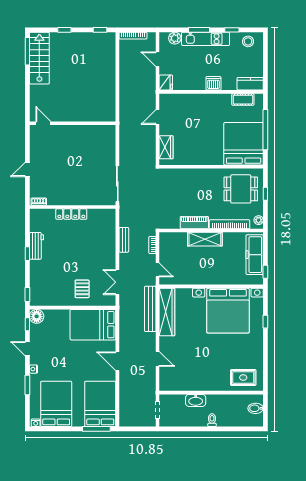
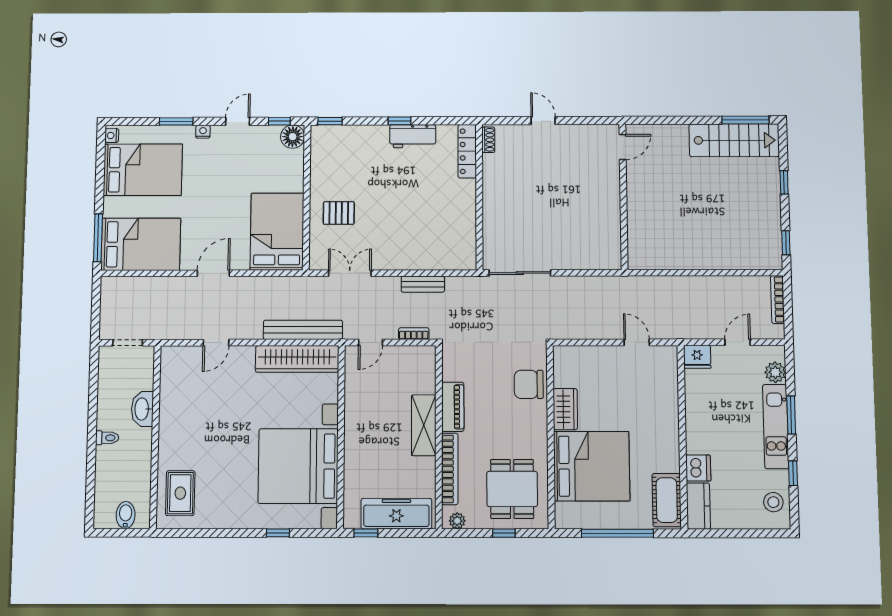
dishwasher: (213, 83) -> (698, 468), moved
cot: (243, 100) -> (667, 500), width x1.37, depth x1.34
bed: (244, 144) -> (592, 466), moved
wardrobe: (166, 147) -> (565, 409), moved, turned -90
chair: (182, 179) -> (529, 384), added
locker: (71, 214) -> (467, 151), moved

